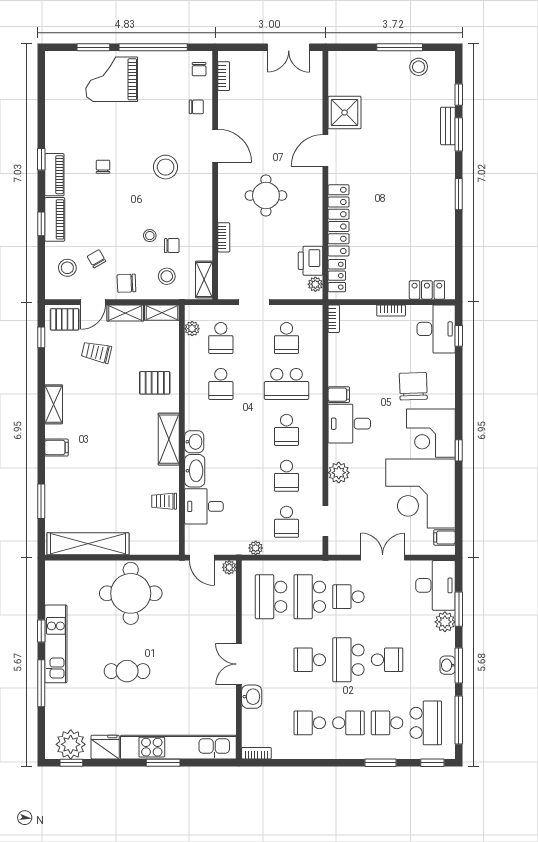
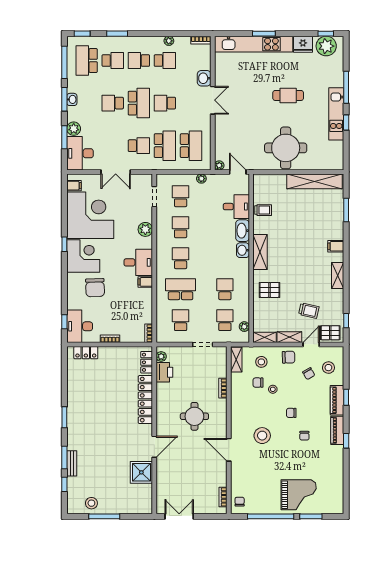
chair: (196, 107) -> (291, 413), moved
school desk: (310, 660) -> (165, 103), turned 180
plant: (304, 752) -> (169, 41), added

